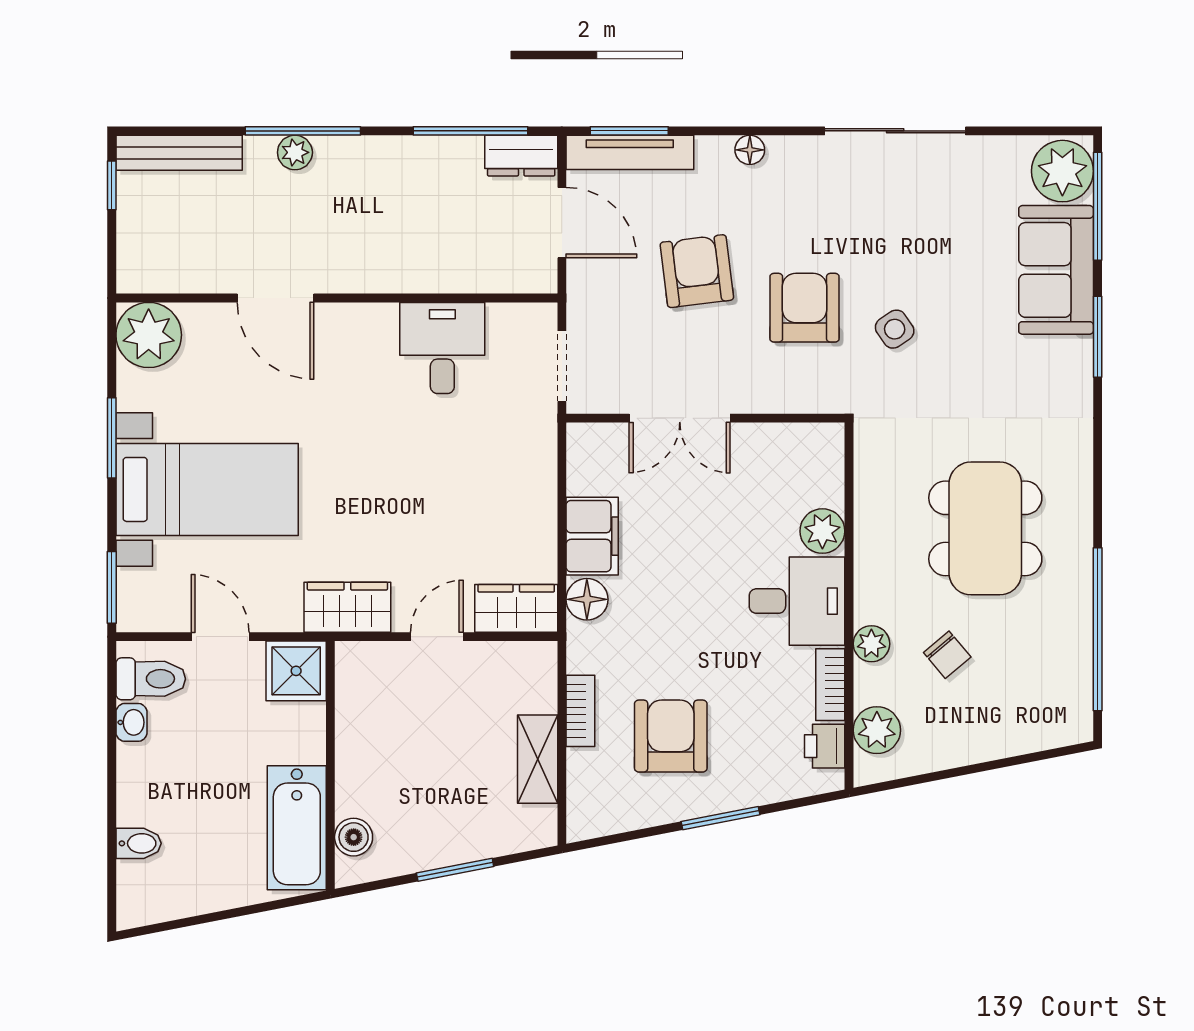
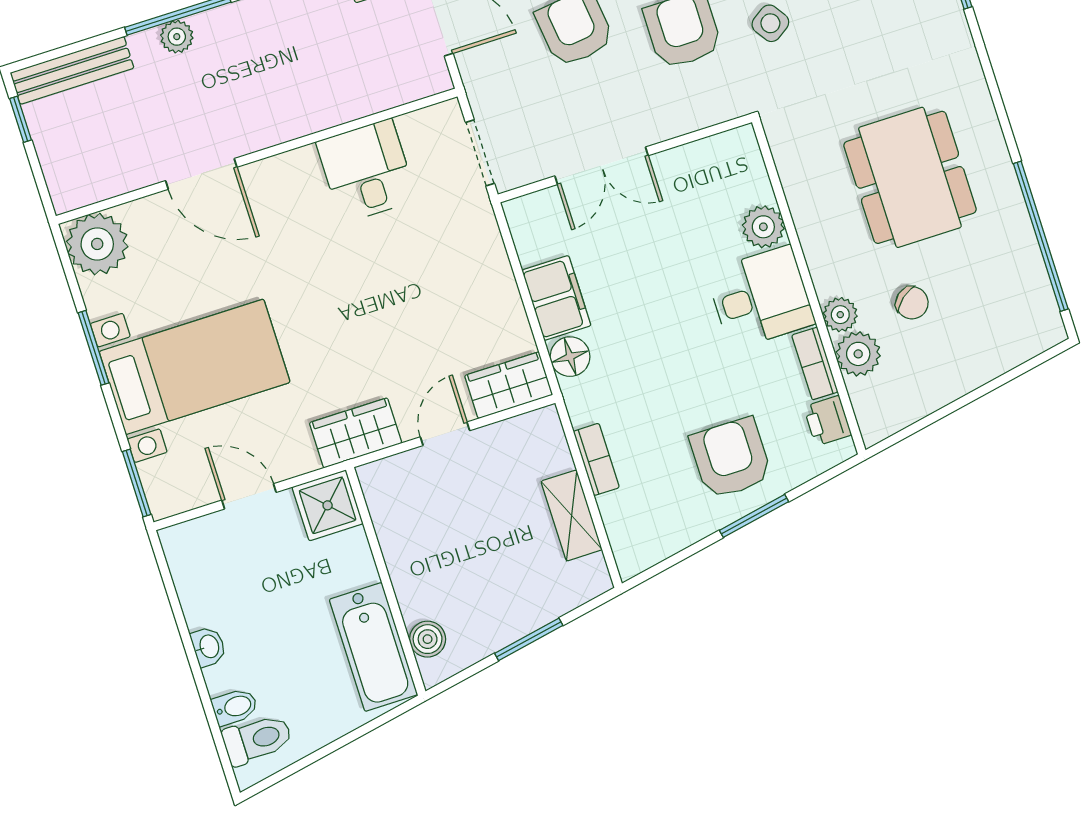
toilet: (151, 679) -> (257, 739), moved
washbasin: (131, 722) -> (209, 647), moved
plant: (877, 730) -> (858, 354), moved
armchair: (671, 736) -> (731, 458), moved

